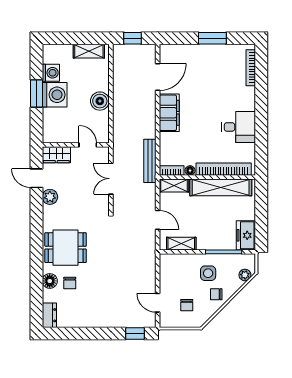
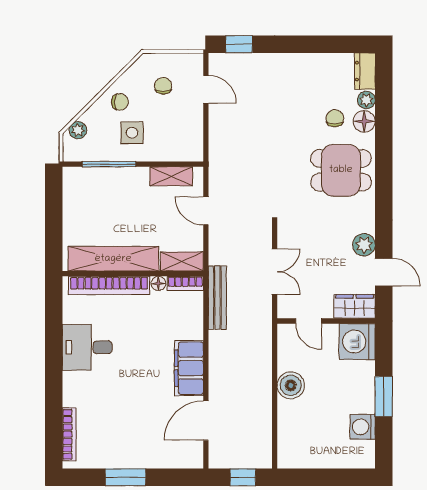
shelving: (89, 51) -> (307, 459), removed
washing machine: (55, 95) -> (357, 342), moved
freezer: (246, 235) -> (76, 188), removed
plant: (48, 296) -> (366, 100), added

